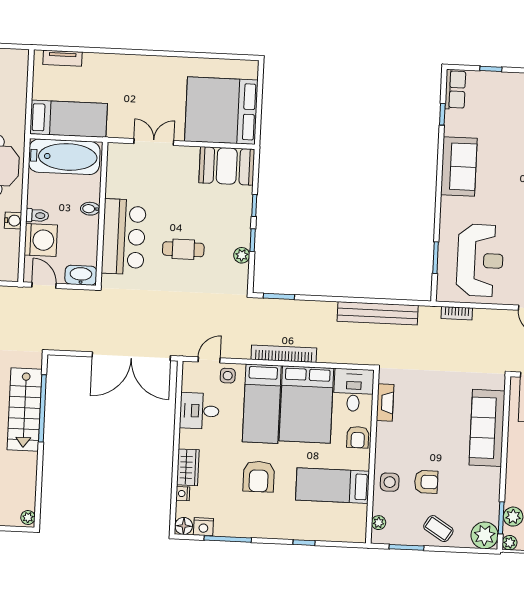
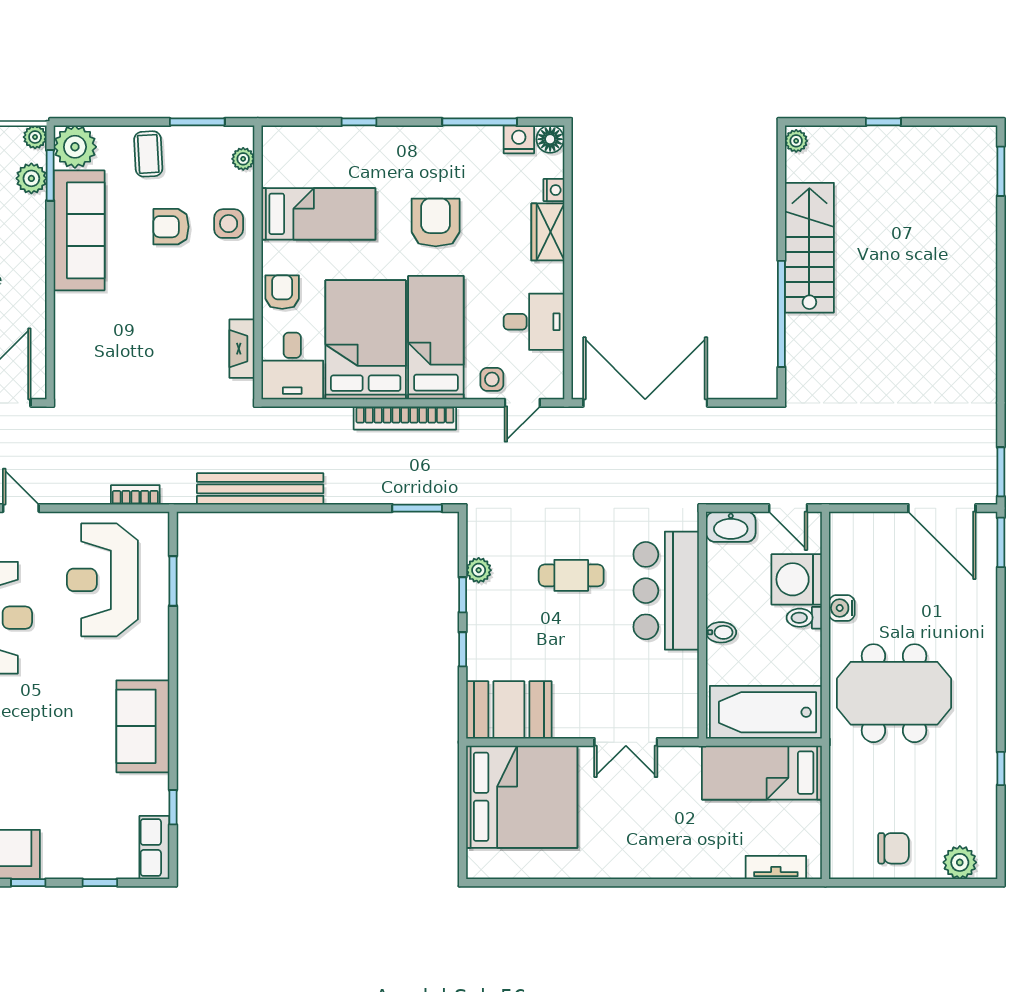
stairs: (25, 409) -> (809, 248), moved
sofa: (487, 428) -> (79, 230), moved
coffee table: (438, 529) -> (148, 154), turned 55

